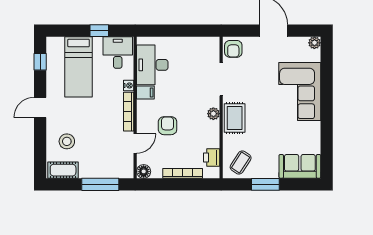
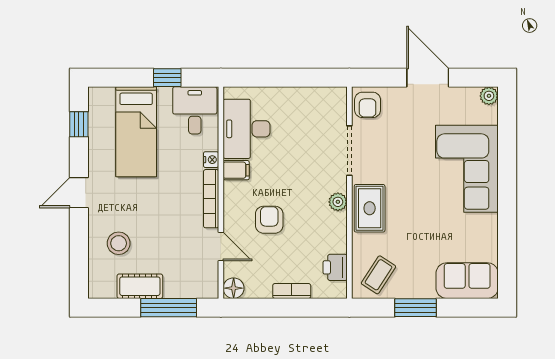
door: (135, 144) -> (221, 246), hinge flipped
cot: (63, 170) -> (140, 286), moved
bookcase: (183, 173) -> (292, 291), width x0.64

